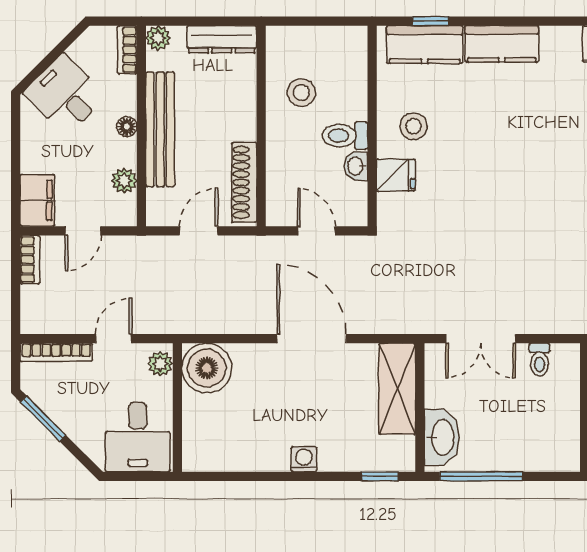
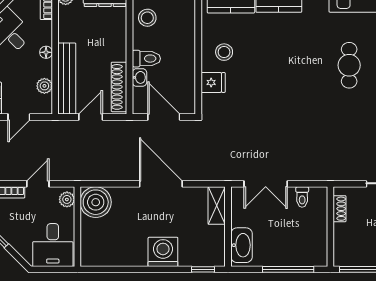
stool: (301, 93) -> (147, 18), moved
bench: (160, 129) -> (67, 78), moved
toilet: (345, 136) -> (146, 59), moved, turned 180
washbasin: (356, 166) -> (139, 77), moved, turned 180
door: (316, 231) -> (164, 117), width x1.37
shelving: (397, 389) -> (217, 206), width x0.67, depth x0.75
washing machine: (304, 459) -> (163, 252), width x1.89, depth x1.89
window: (481, 476) -> (288, 269), moved

